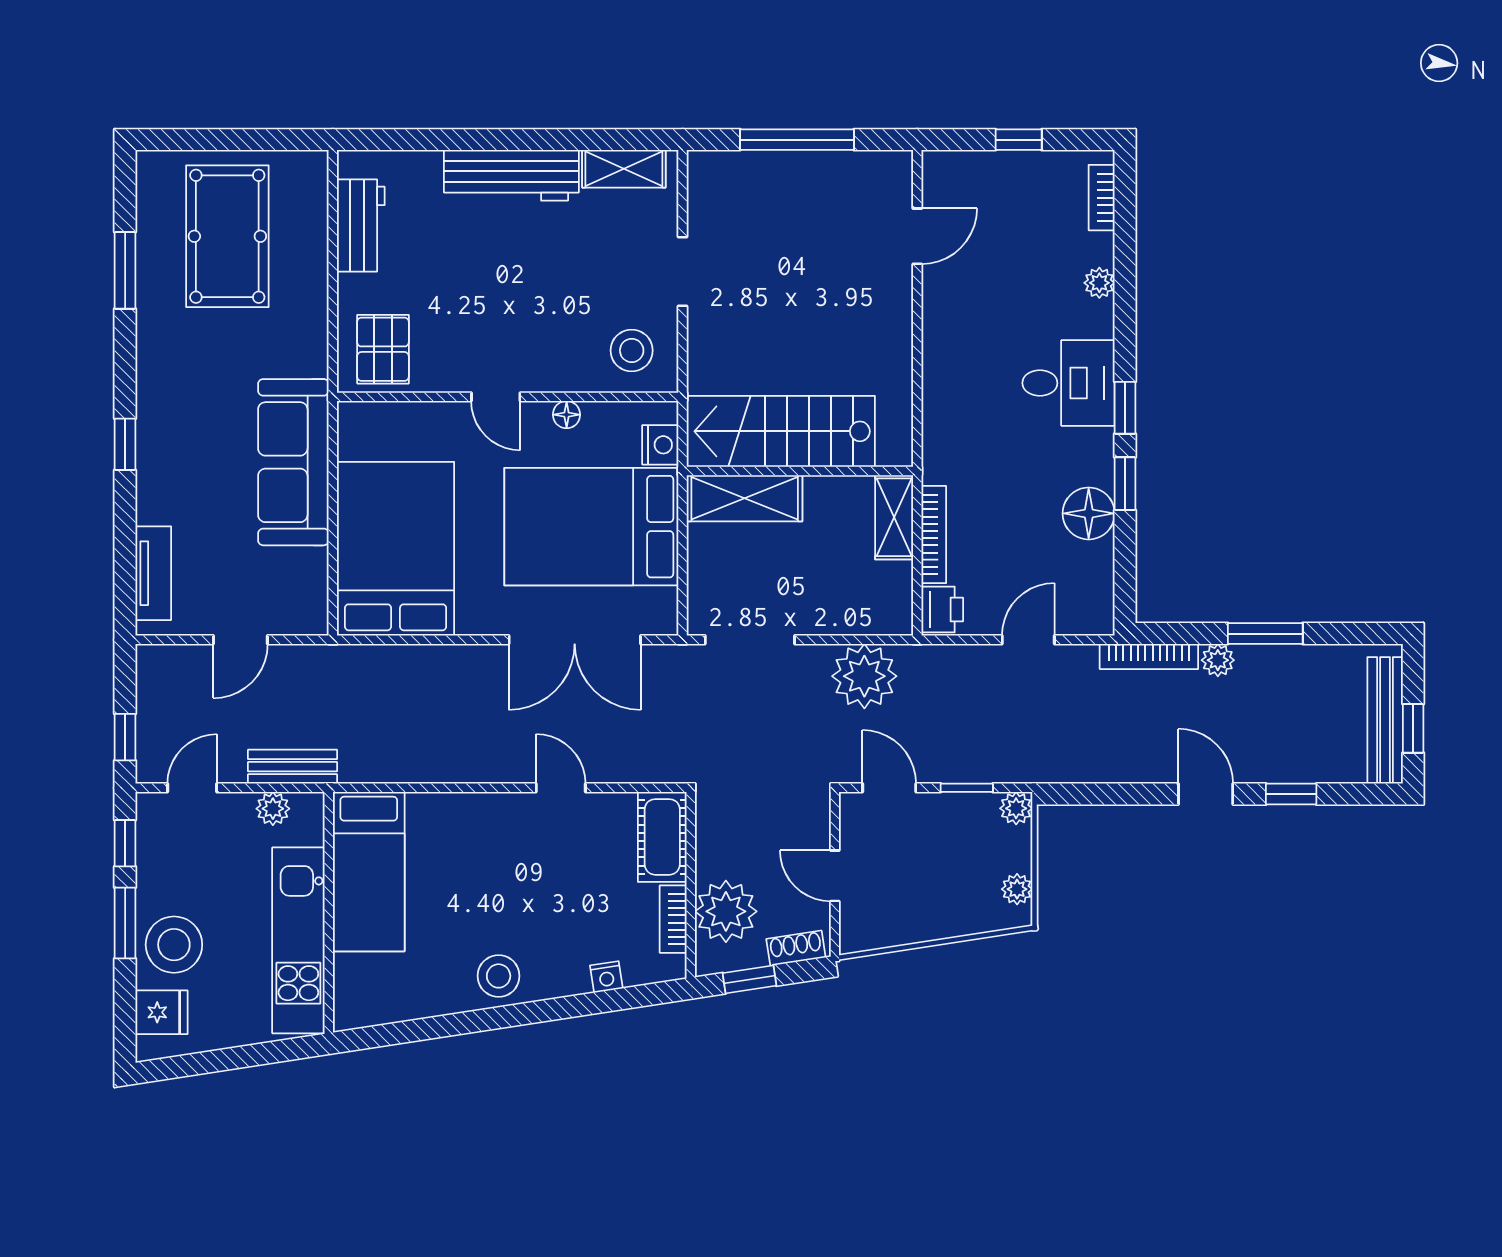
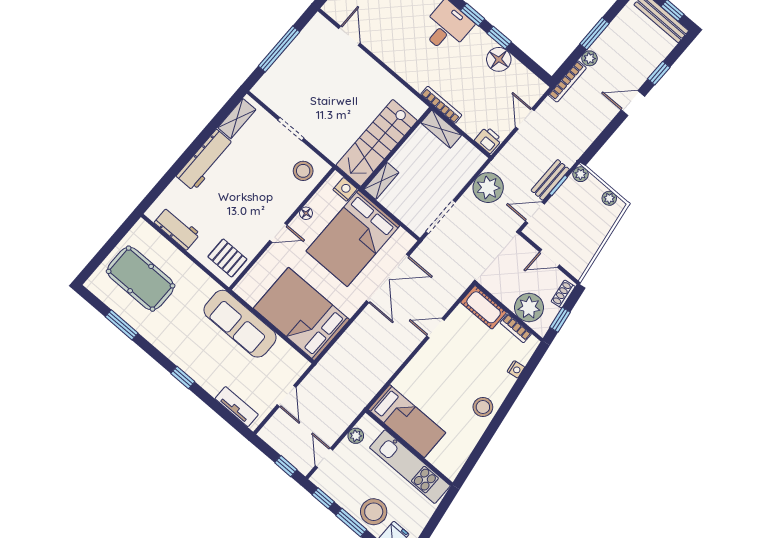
shelving: (745, 498) -> (381, 181), width x0.67, depth x0.75
bookcase: (934, 535) -> (441, 105), moved
bench: (293, 767) -> (550, 180), moved

